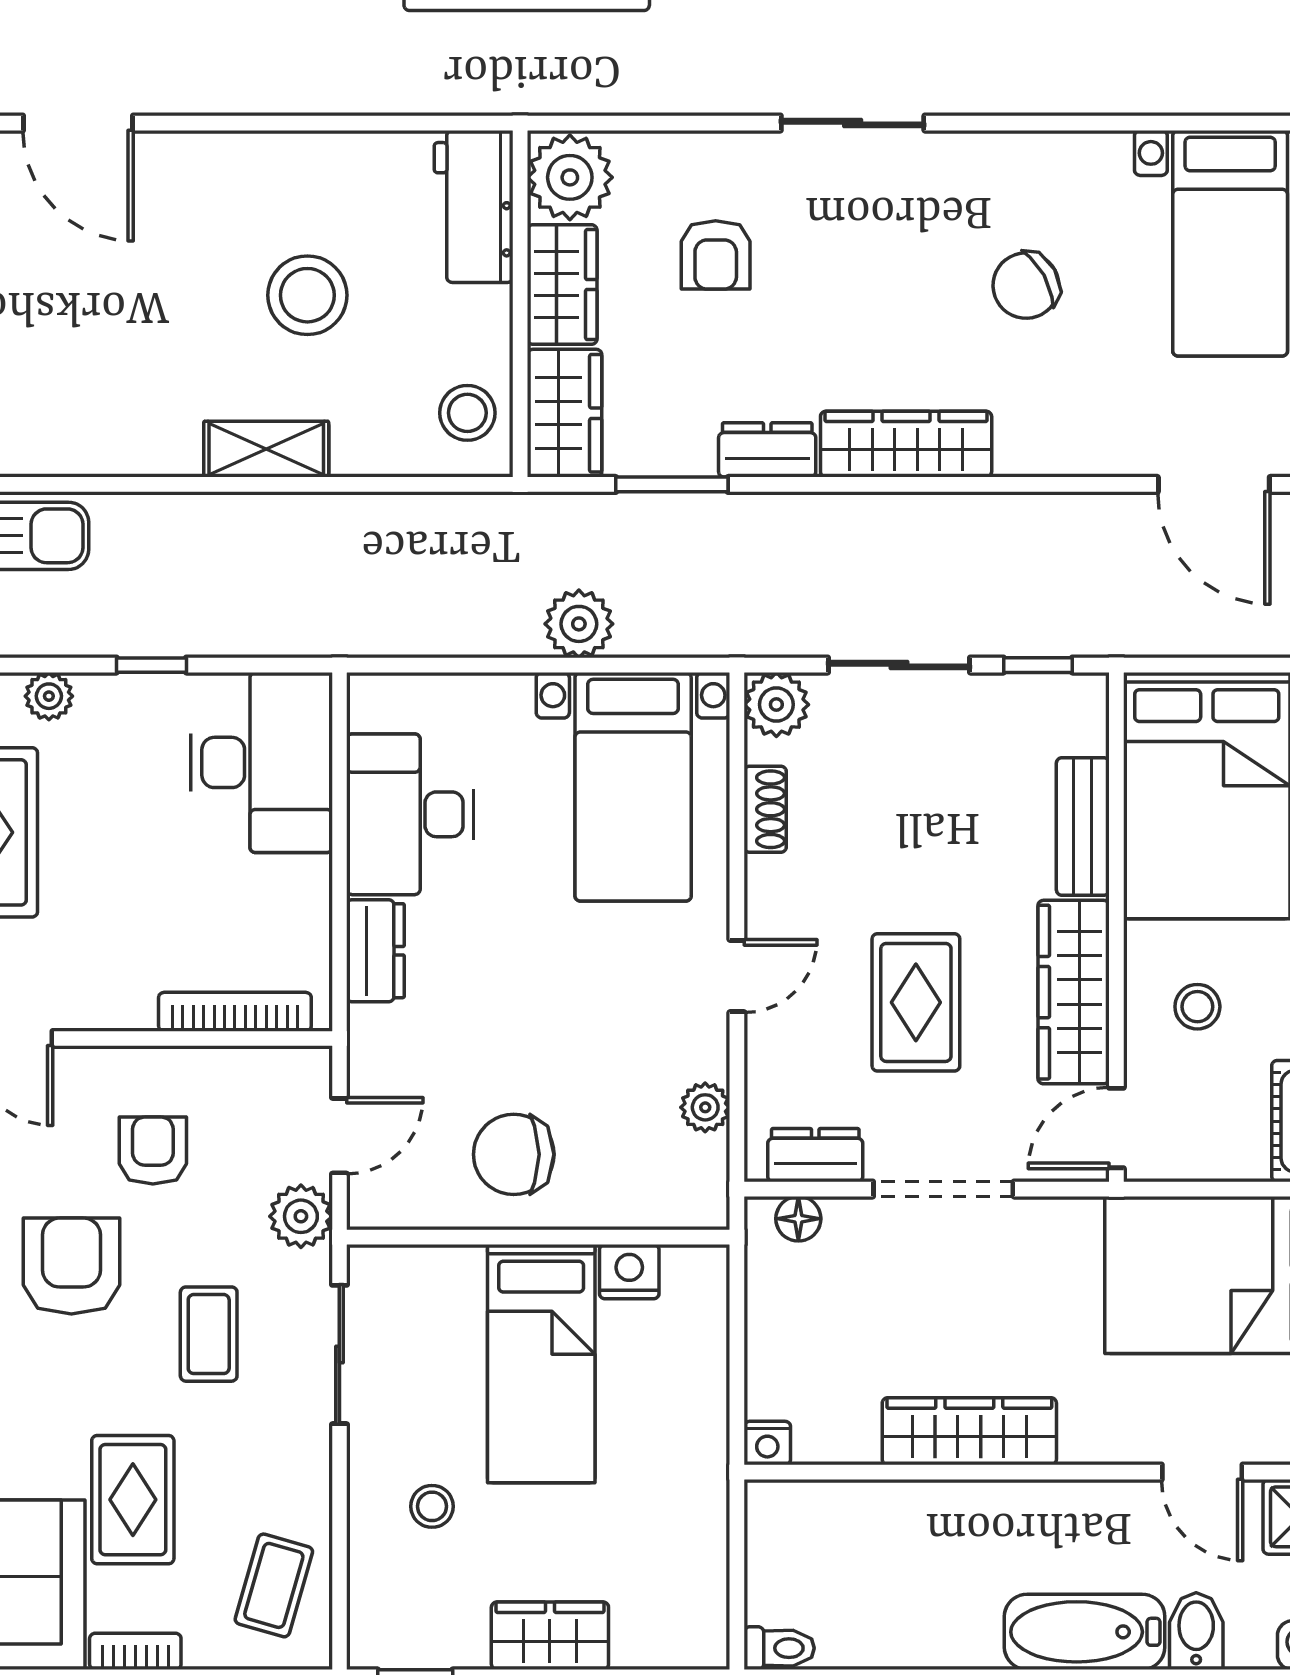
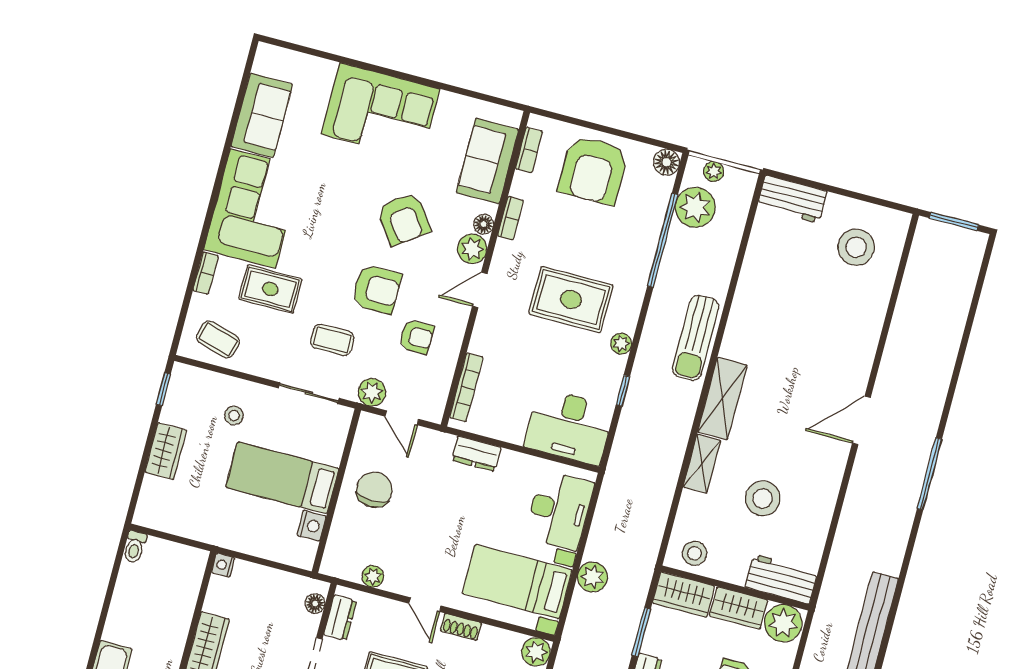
shelving: (111, 442) -> (722, 399), added
shoe rack: (765, 809) -> (461, 627), moved
desk: (410, 814) -> (559, 510), moved, turned 90

